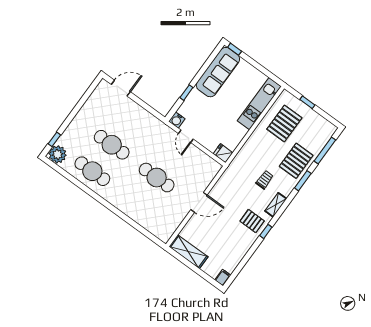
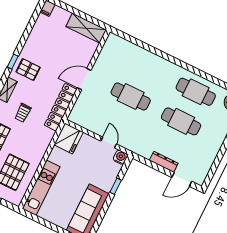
dresser: (135, 108) -> (164, 162), added
fridge: (223, 153) -> (69, 138), width x1.88, depth x1.34
locker: (227, 179) -> (61, 107), added

